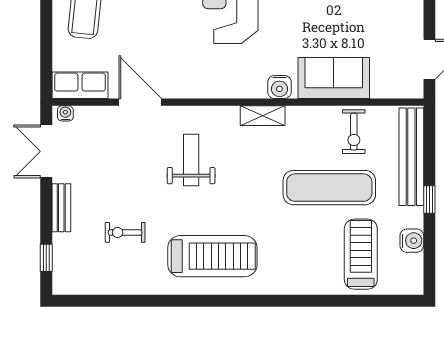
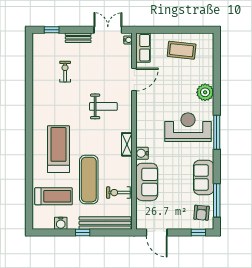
treadmill: (212, 256) -> (58, 149), moved, turned 180

